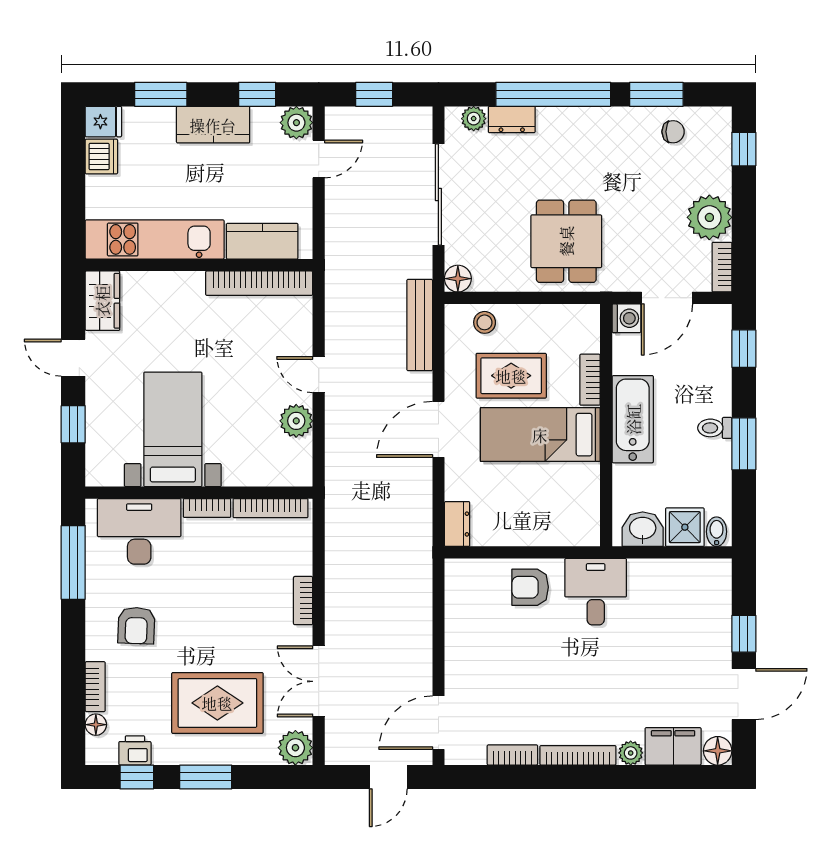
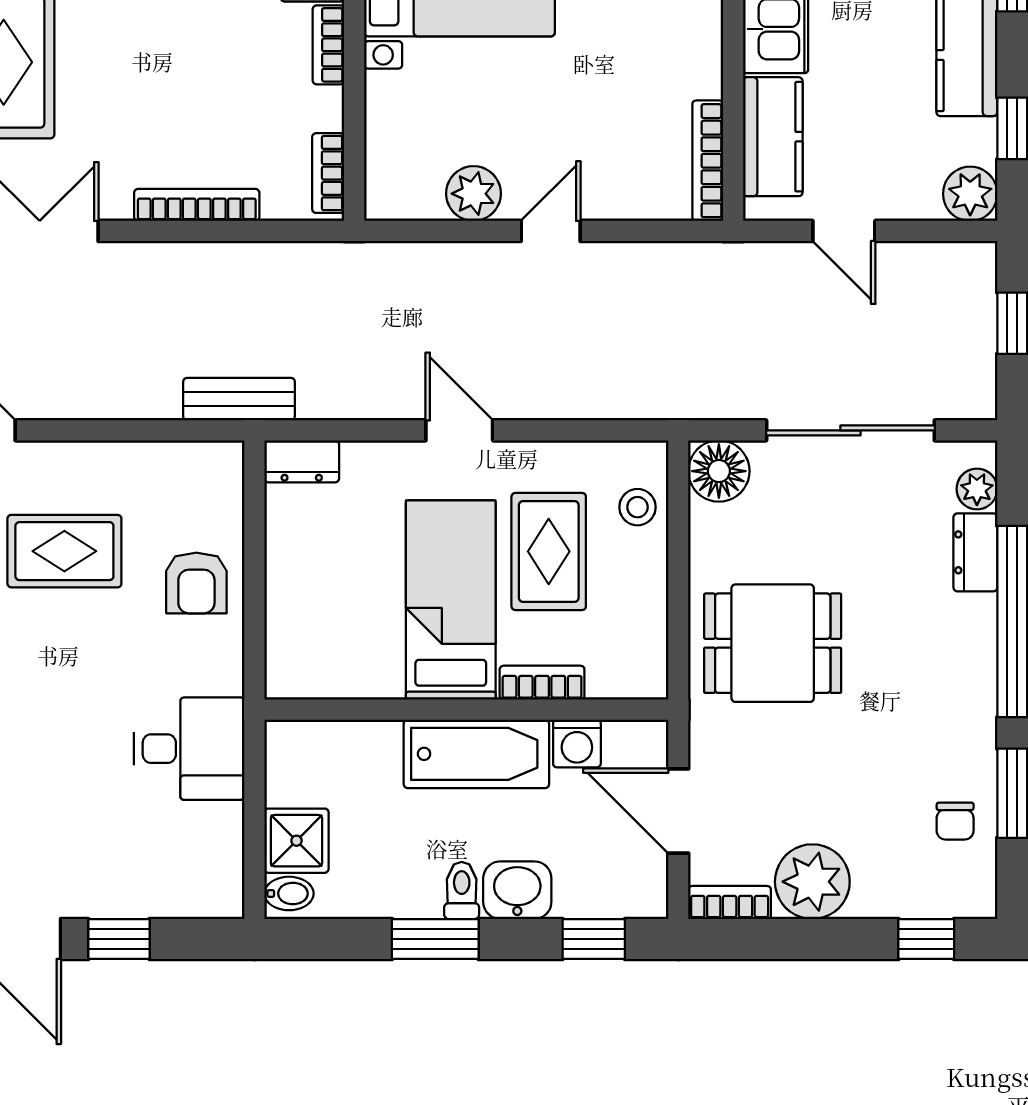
door: (319, 159) -> (844, 231), moved
floor lamp: (458, 279) -> (719, 471), width x1.38, depth x1.38
bookcase: (259, 283) -> (708, 161), width x0.68, depth x0.76
washing machine: (626, 318) -> (577, 743), moved
bench: (420, 325) -> (239, 399), moved, width x0.73
door: (438, 429) -> (459, 430), width x0.73
bookcase: (271, 508) -> (328, 173), width x0.64
washbasin: (643, 529) -> (517, 890), moved, turned -90
armchair: (530, 587) -> (196, 583), turned 180
desk: (596, 592) -> (189, 749), moved
bookcase: (303, 601) -> (197, 205), width x1.56
rug: (511, 667) -> (64, 551), added

